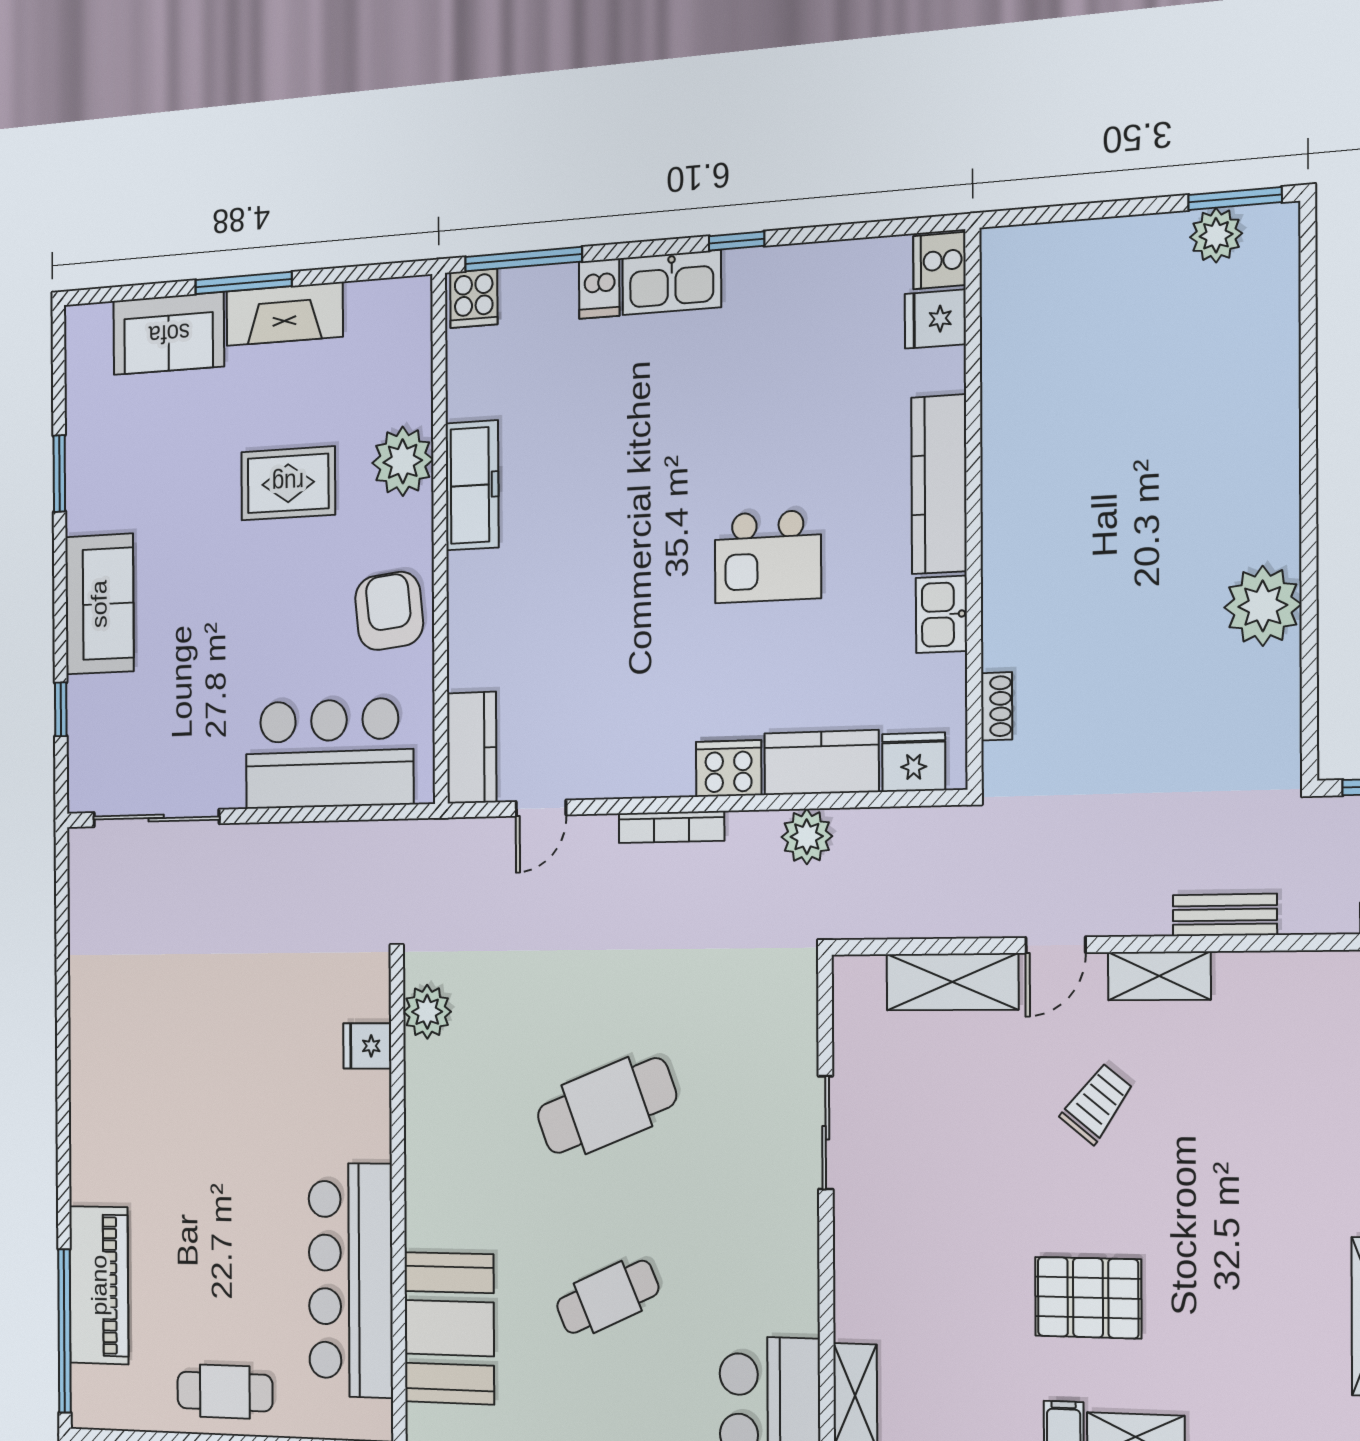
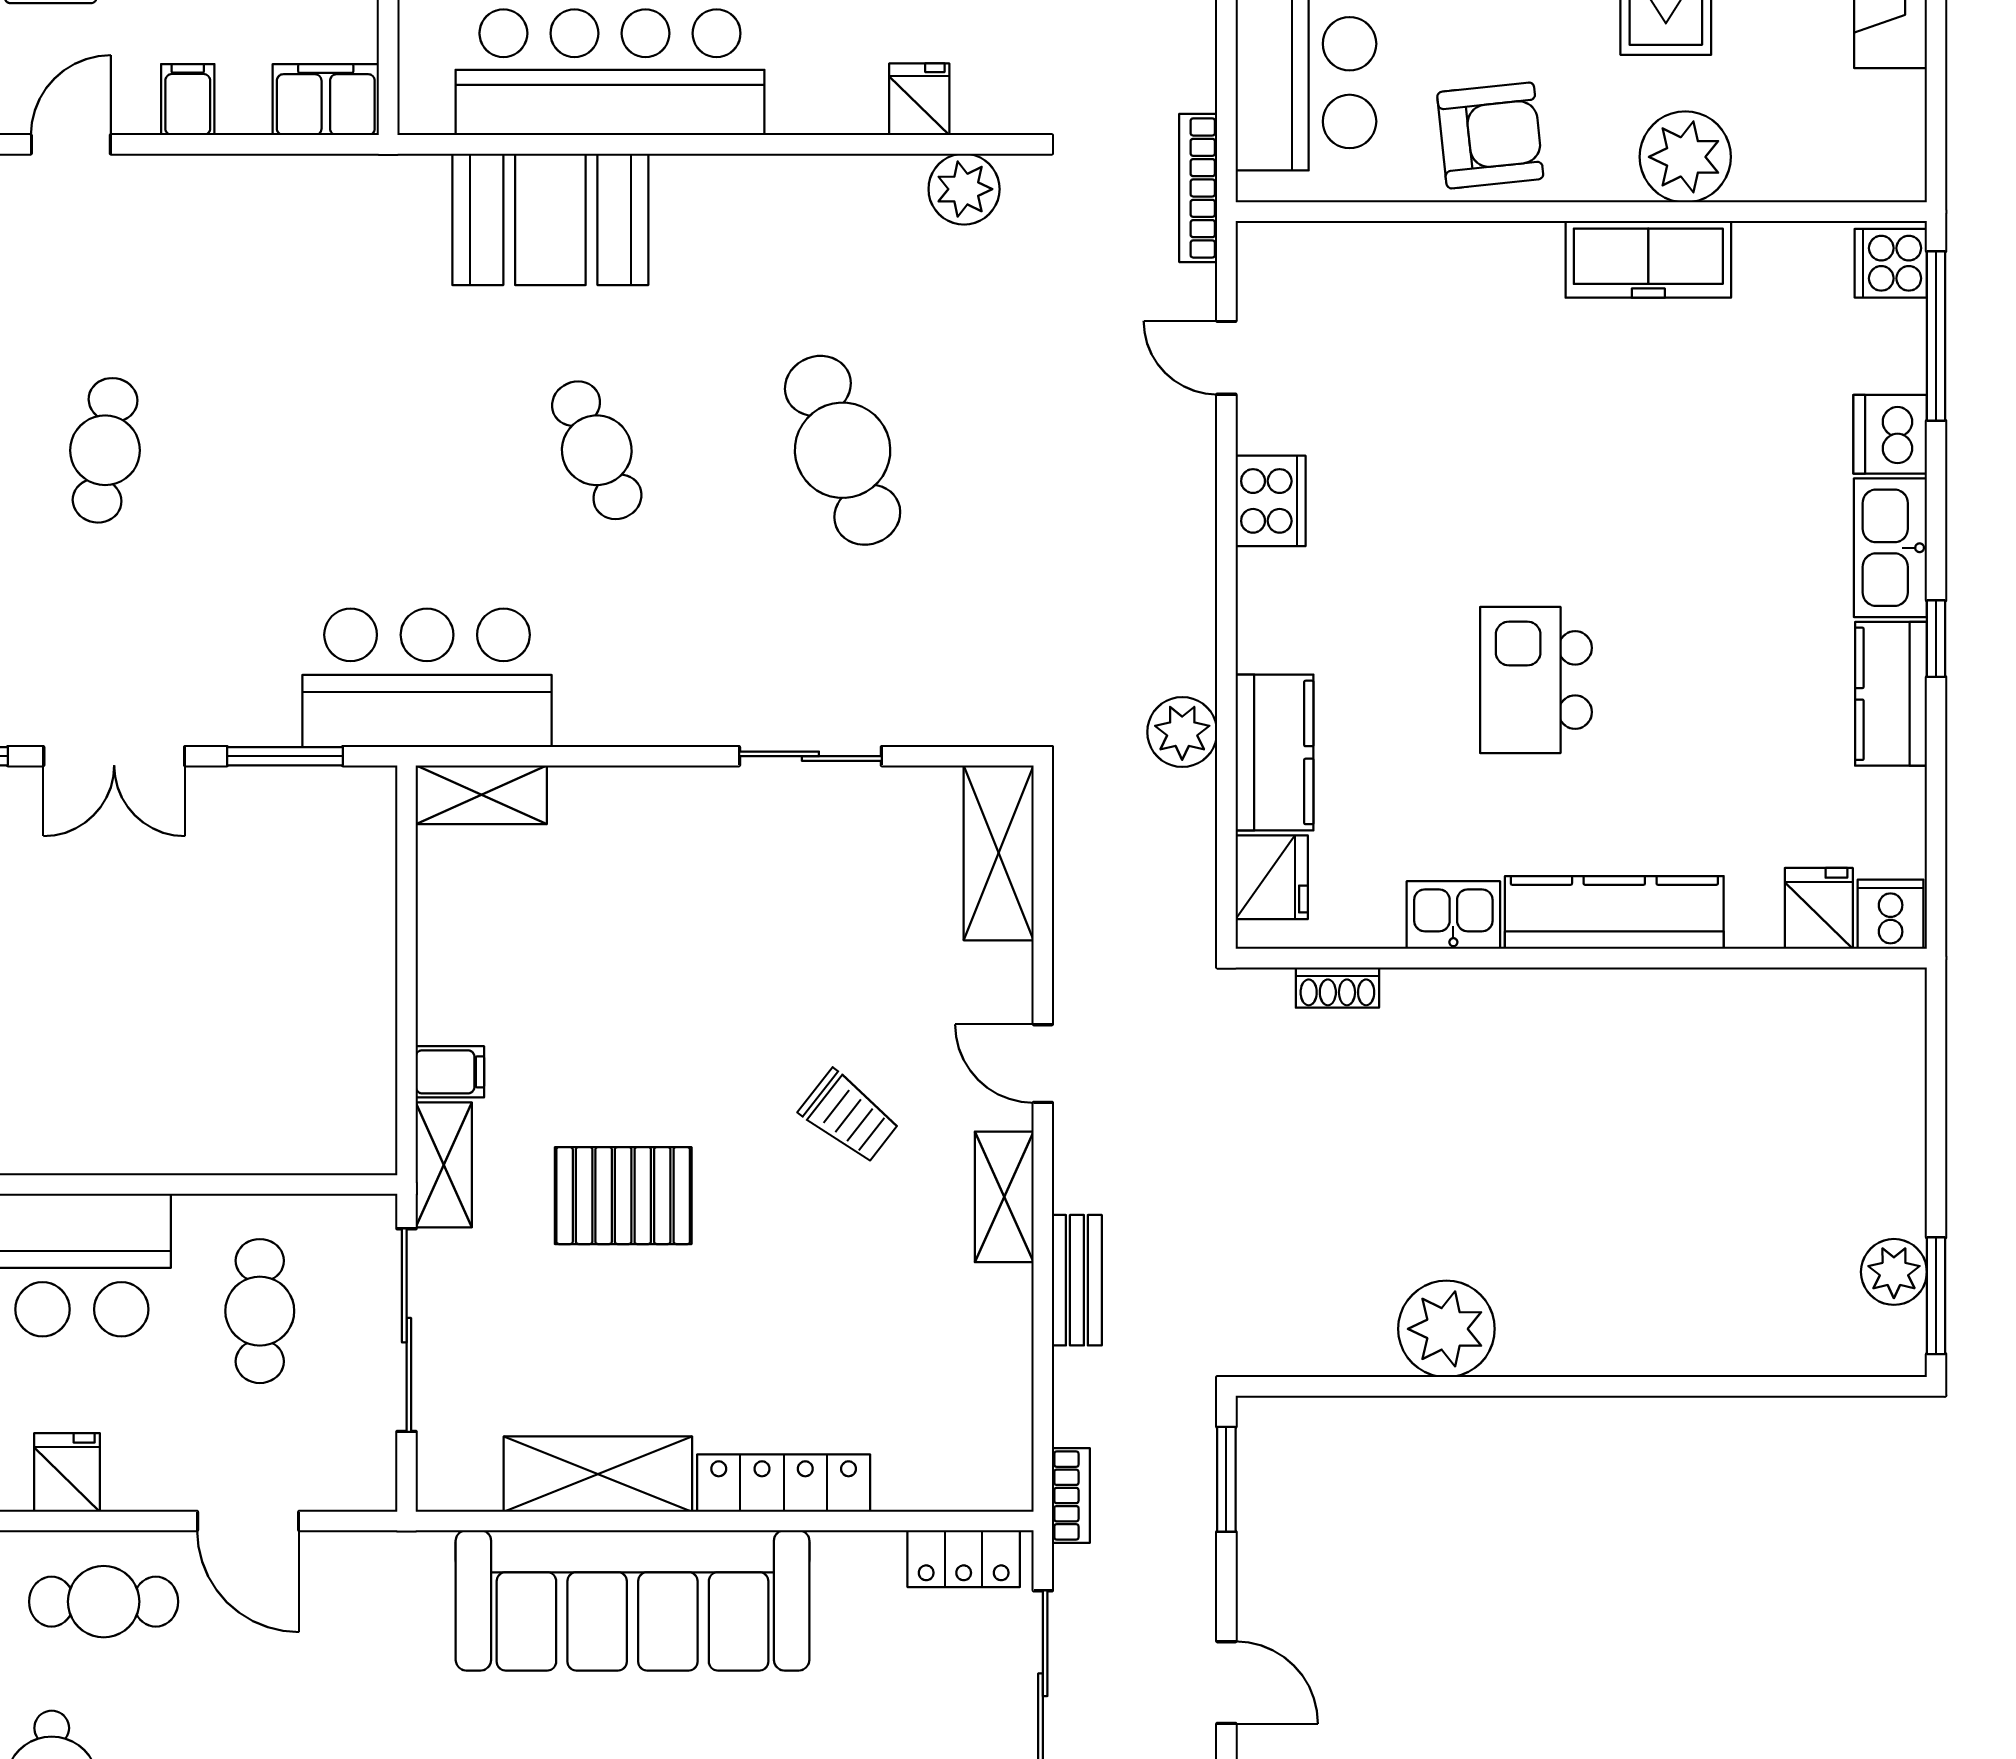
dishwasher: (599, 289) -> (1890, 434), width x1.38
kitchen counter: (472, 748) -> (1891, 694), moved, turned 90
cooker: (729, 769) -> (1271, 501), moved
bookcase: (671, 827) -> (1198, 188), moved
shelving: (952, 982) -> (999, 853), moved
pallet: (1088, 1298) -> (623, 1196), moved, turned 90

